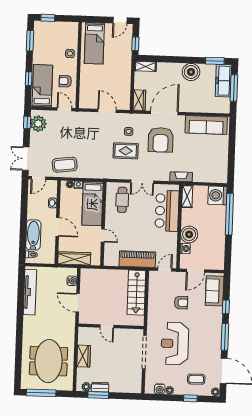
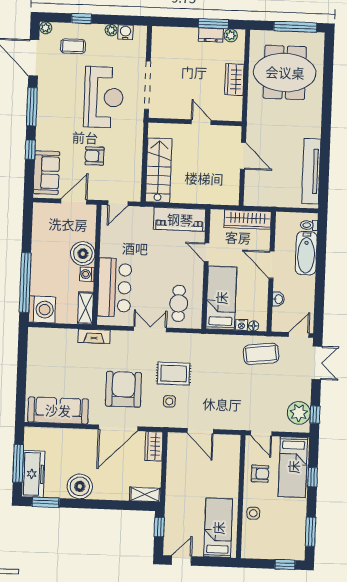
washing machine: (185, 249) -> (87, 274), moved
piano: (137, 259) -> (180, 219), moved
water cooler: (72, 281) -> (251, 187), removed
meeting table: (49, 361) -> (285, 72), turned 90

